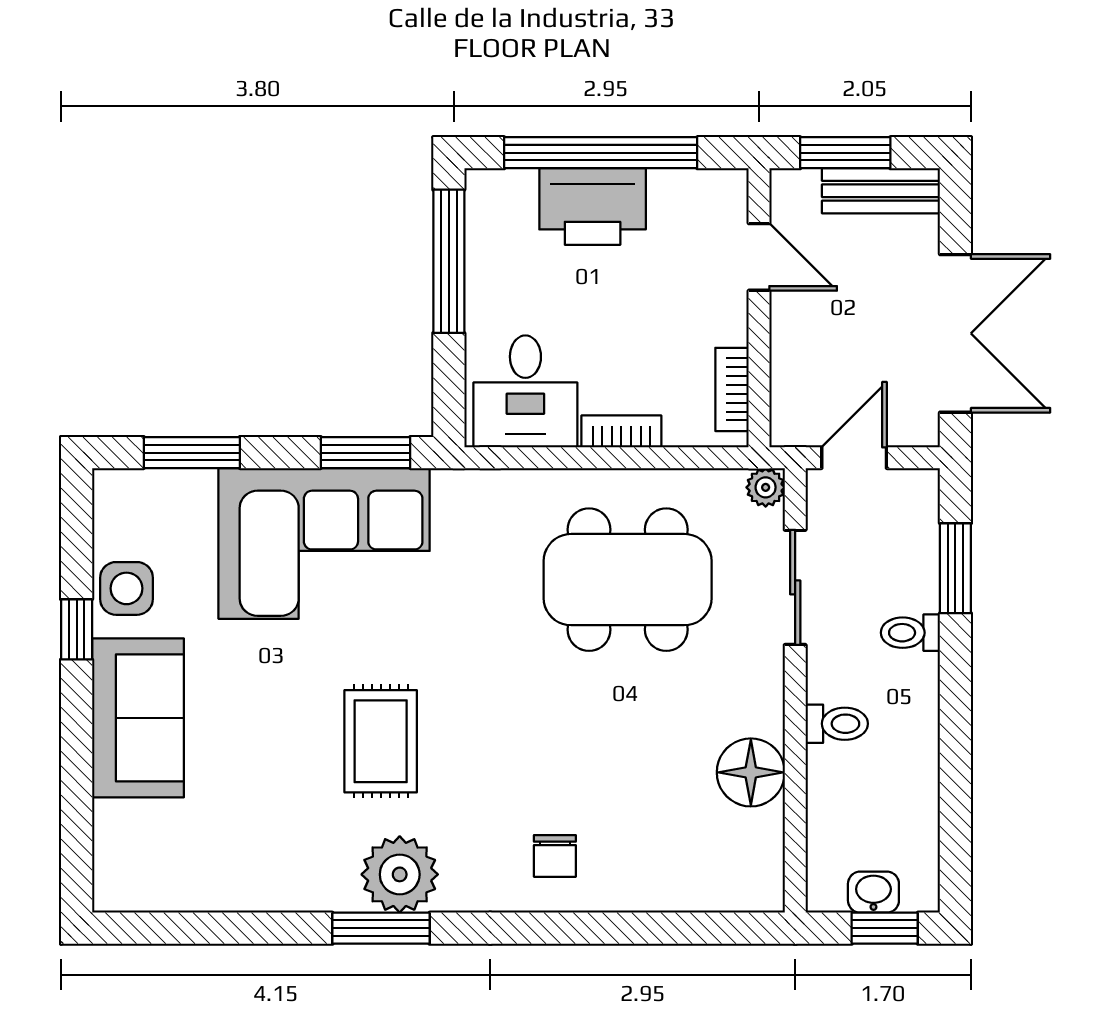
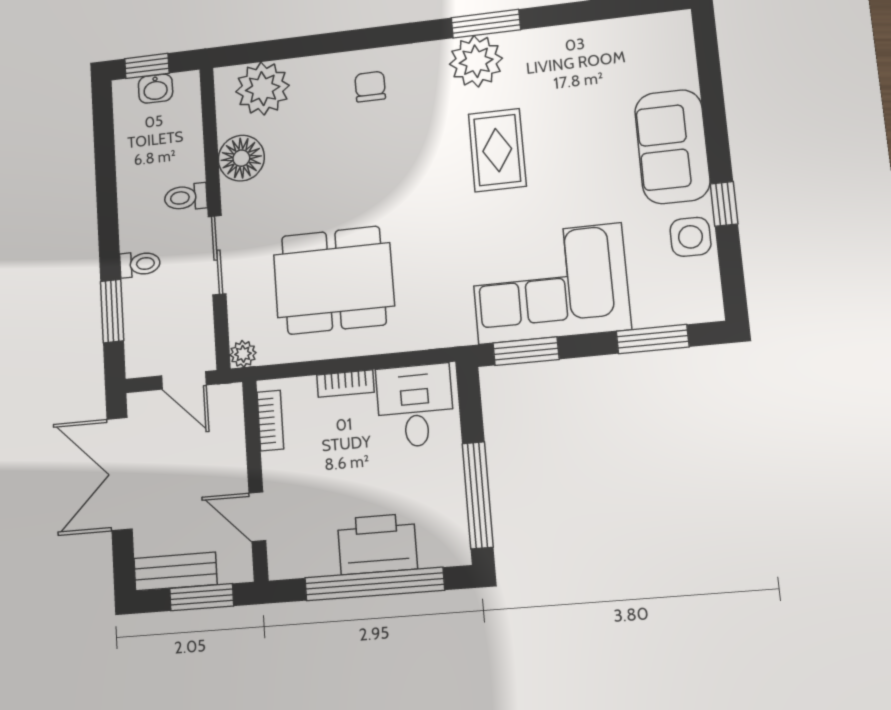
door: (854, 458) -> (184, 380), hinge flipped
sliding door: (795, 587) -> (217, 255), moved
plant: (713, 872) -> (263, 89), added

